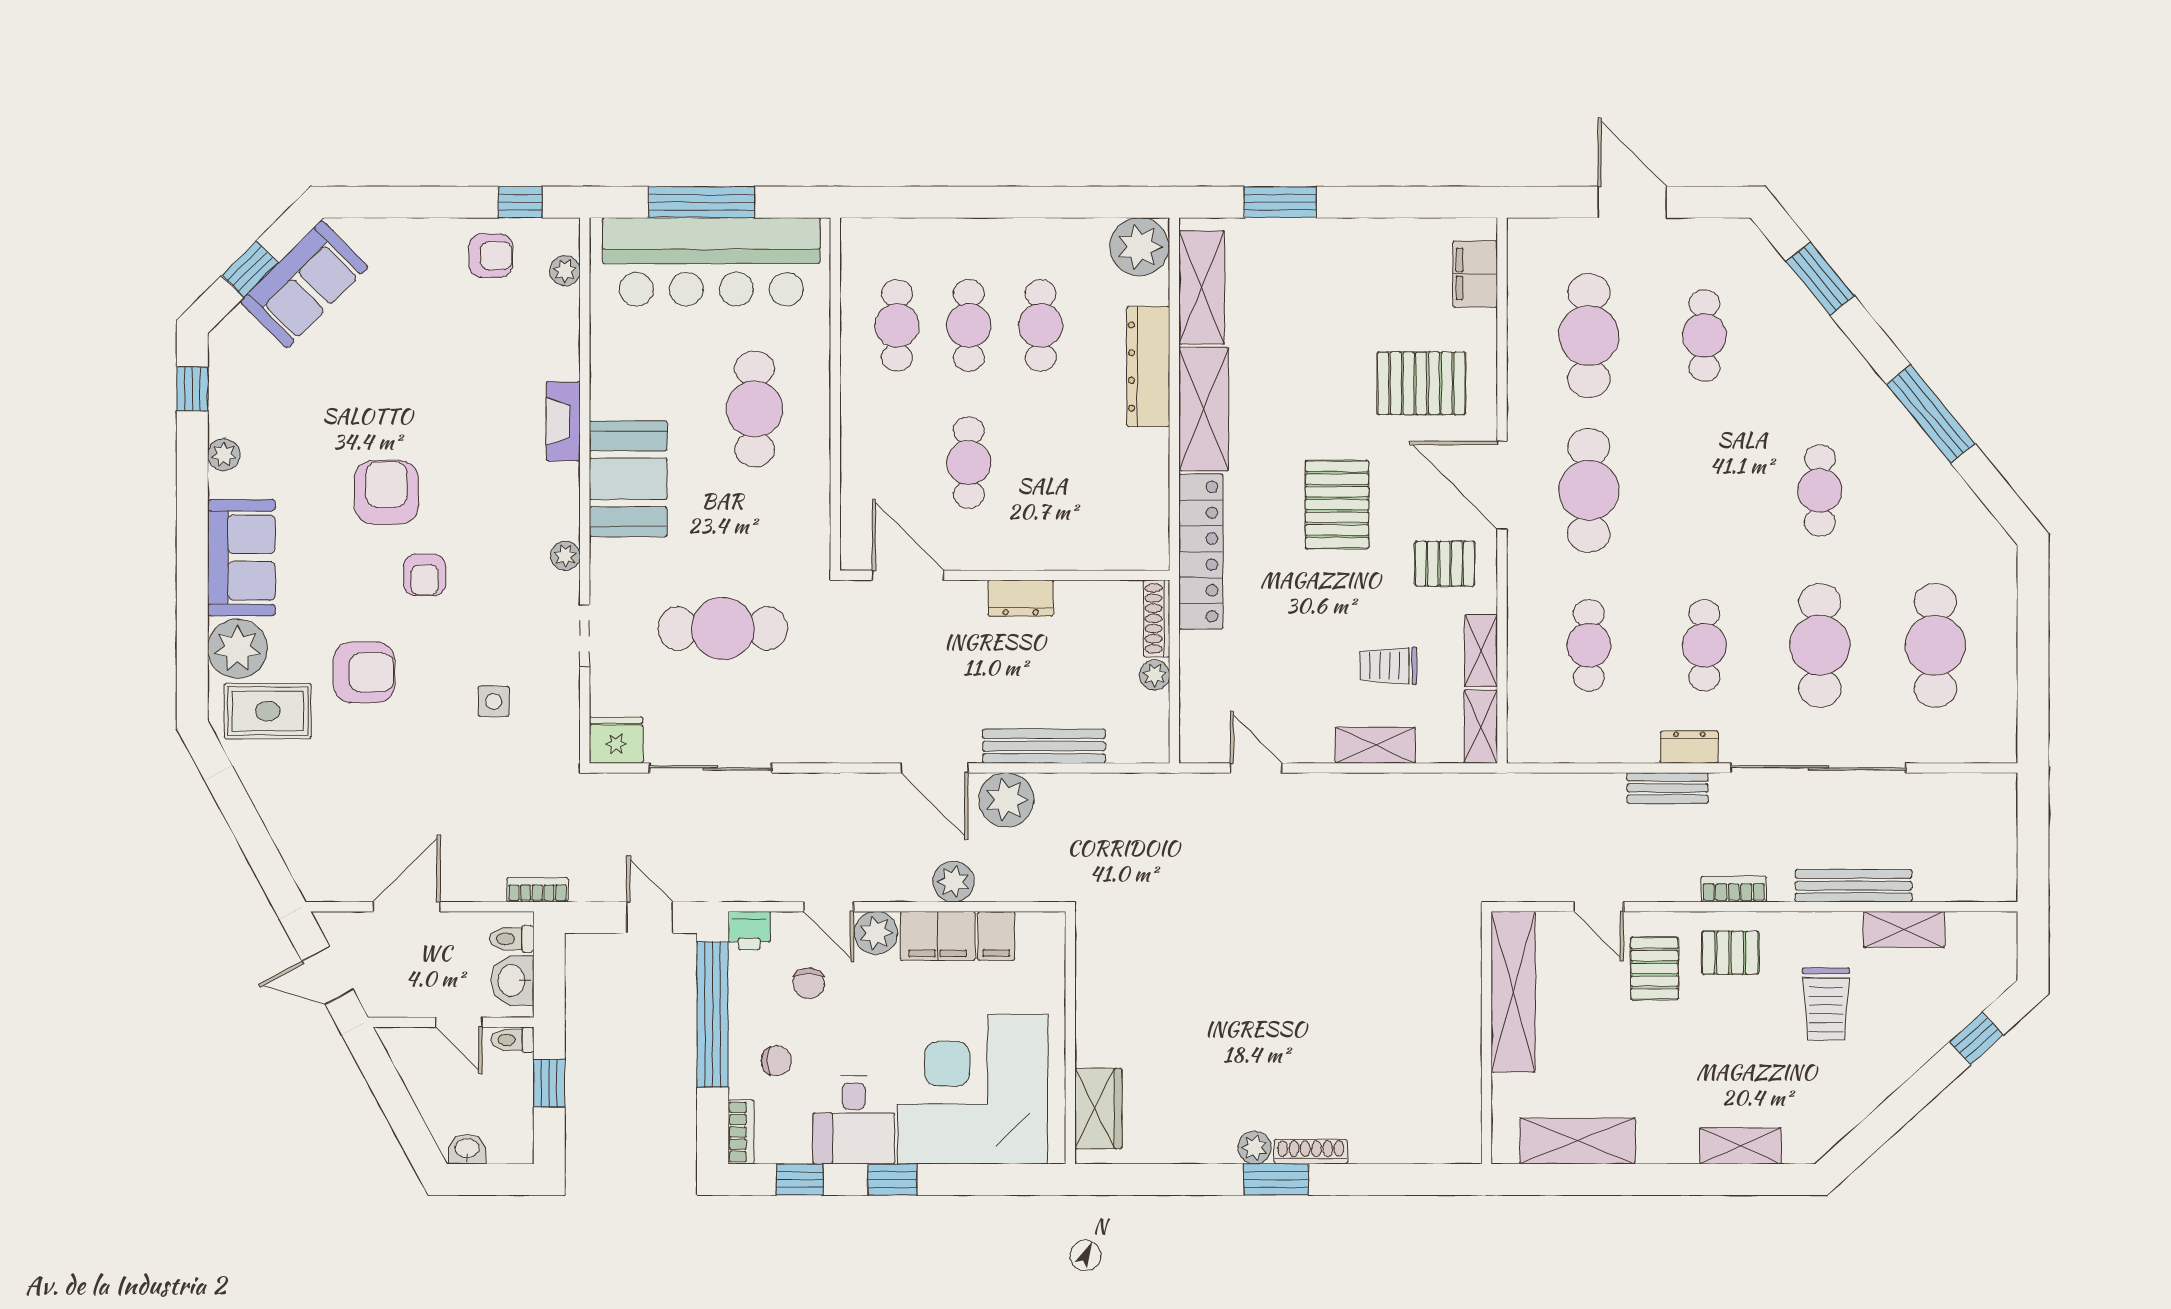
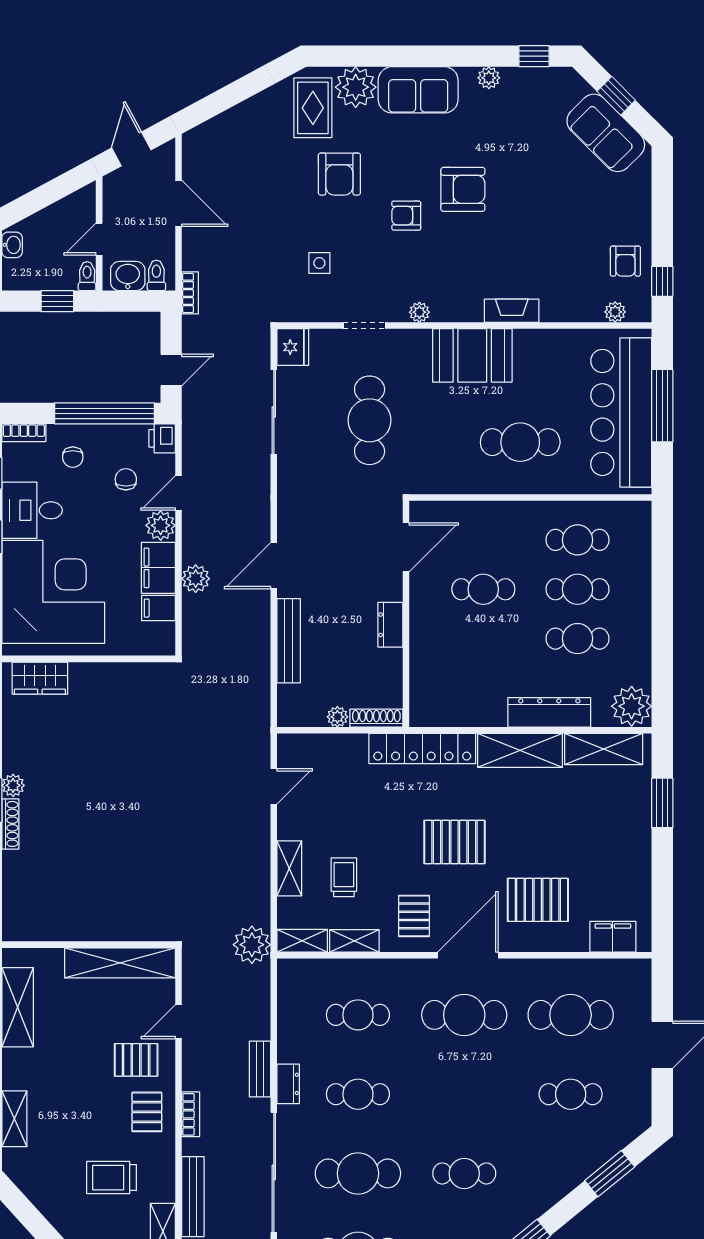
pallet: (1421, 383) -> (538, 900), turned 90
plant: (1006, 800) -> (252, 945), moved
chair: (809, 983) -> (126, 479), turned 90

